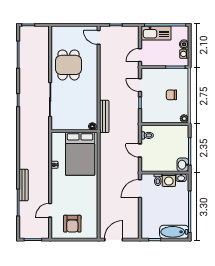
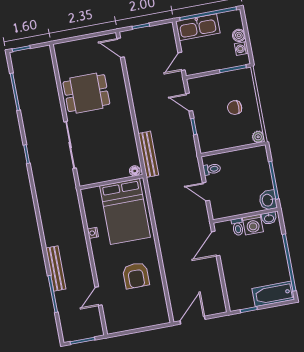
dining table: (68, 65) -> (86, 93), turned 90
armchair: (72, 224) -> (136, 275), moved

